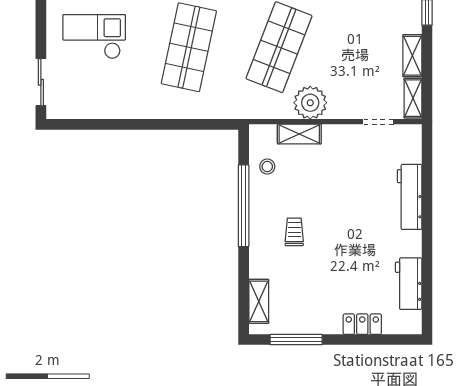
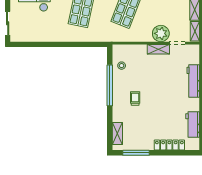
plant: (310, 103) -> (161, 33), moved
shelving: (299, 134) -> (158, 49), moved
locker: (362, 324) -> (169, 145), width x1.53

